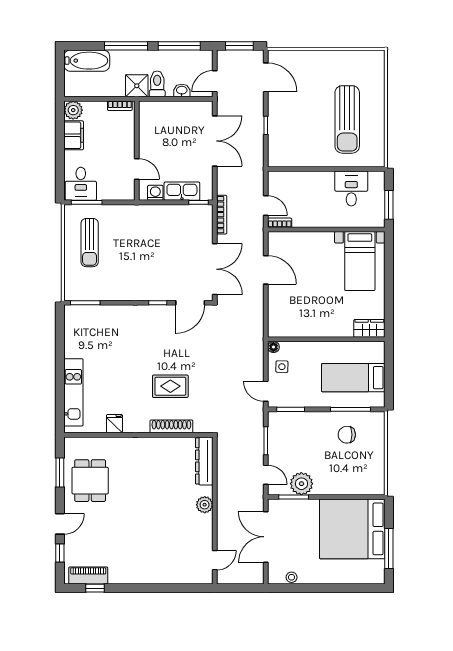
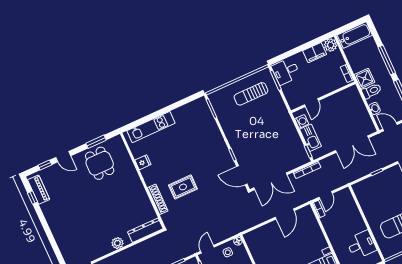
bathtub: (87, 61) -> (355, 35), moved, turned -90
rug: (170, 386) -> (183, 187), turned 90
dining table: (90, 481) -> (100, 163), turned 90

